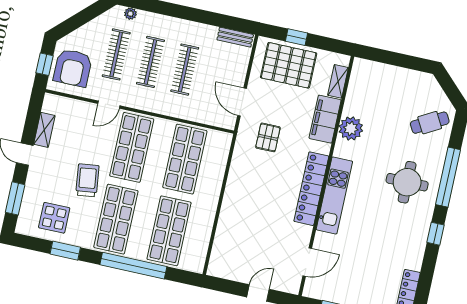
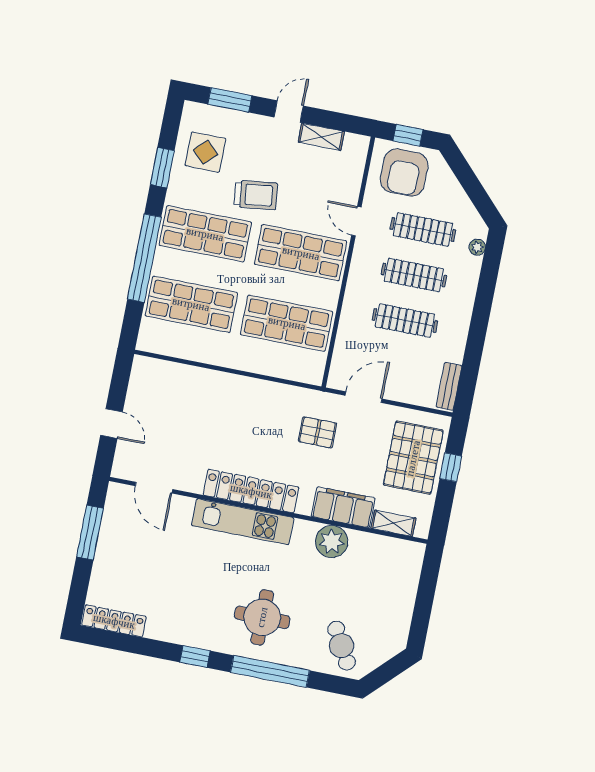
armchair: (73, 68) -> (404, 172), turned -90

